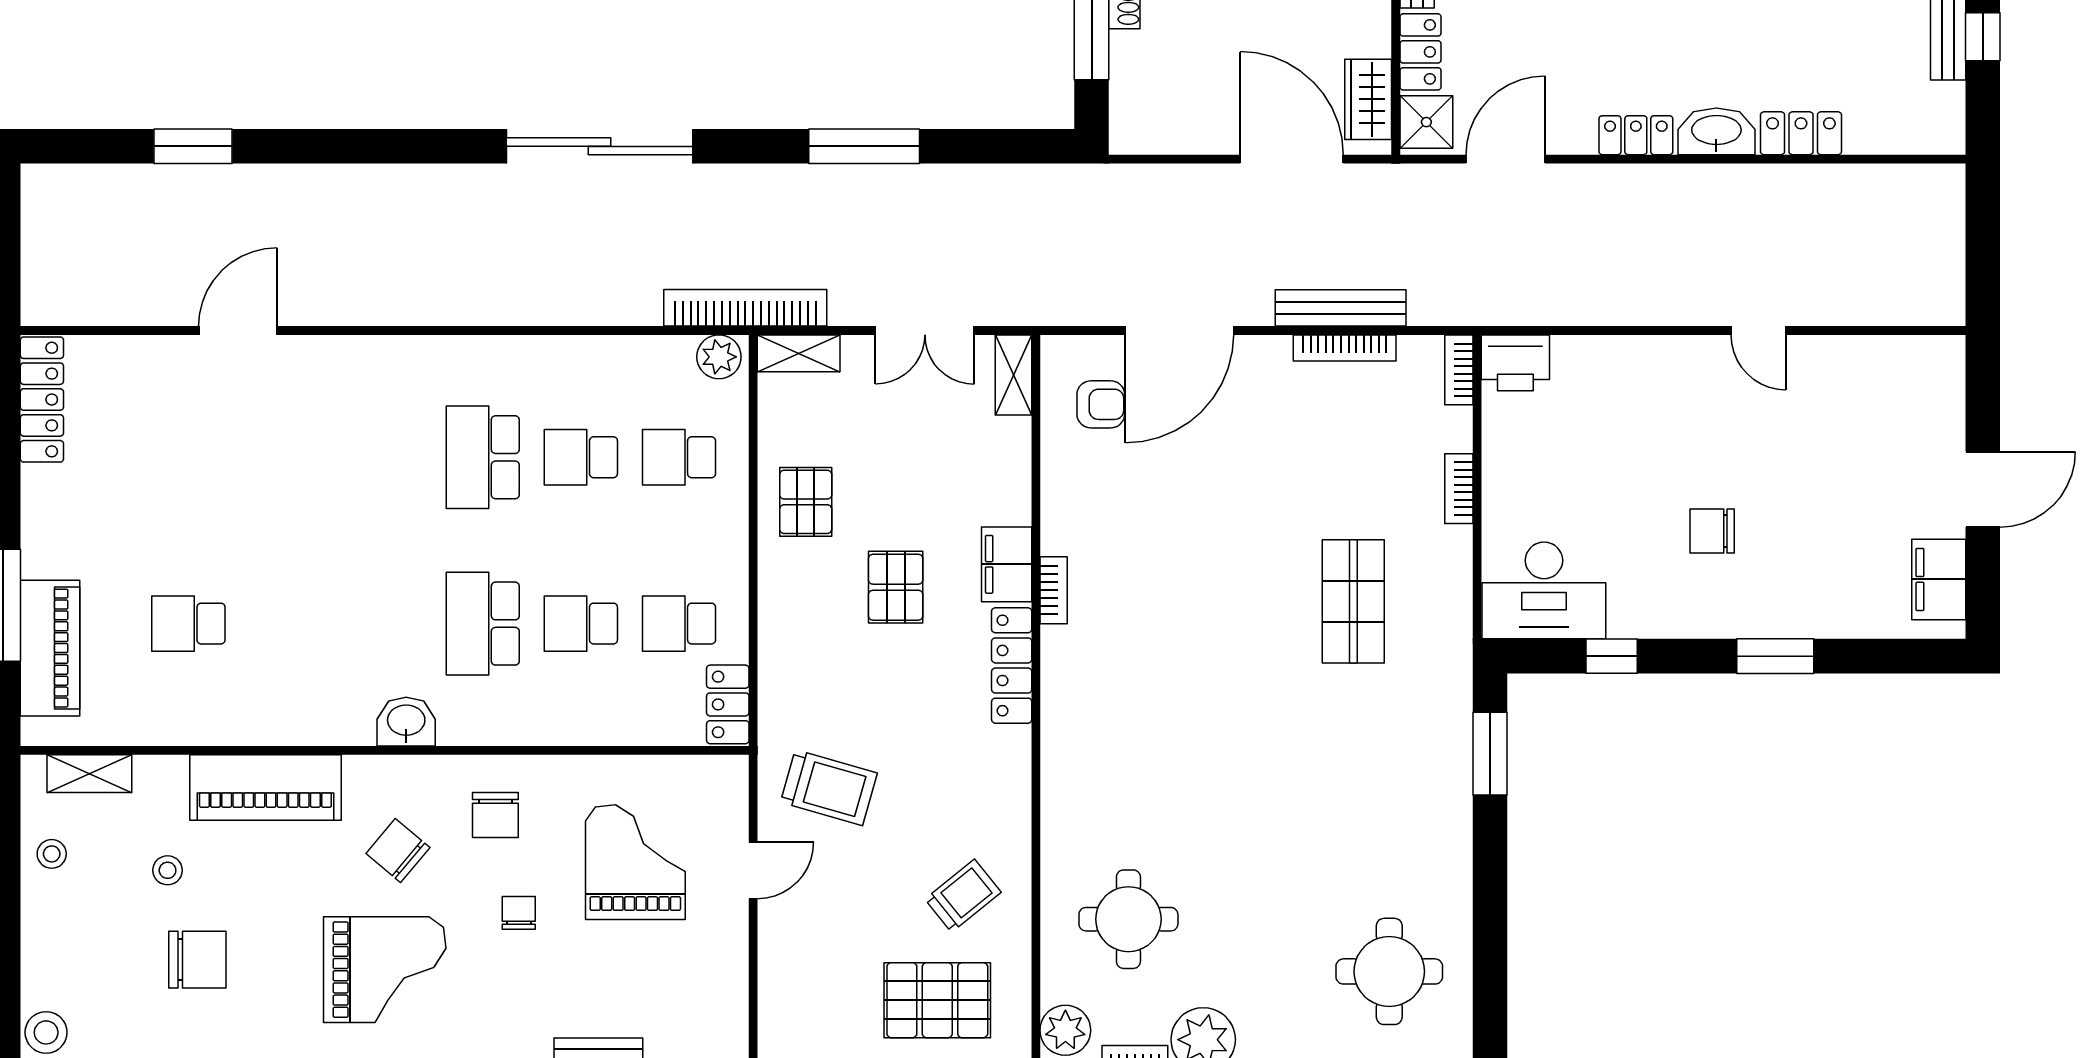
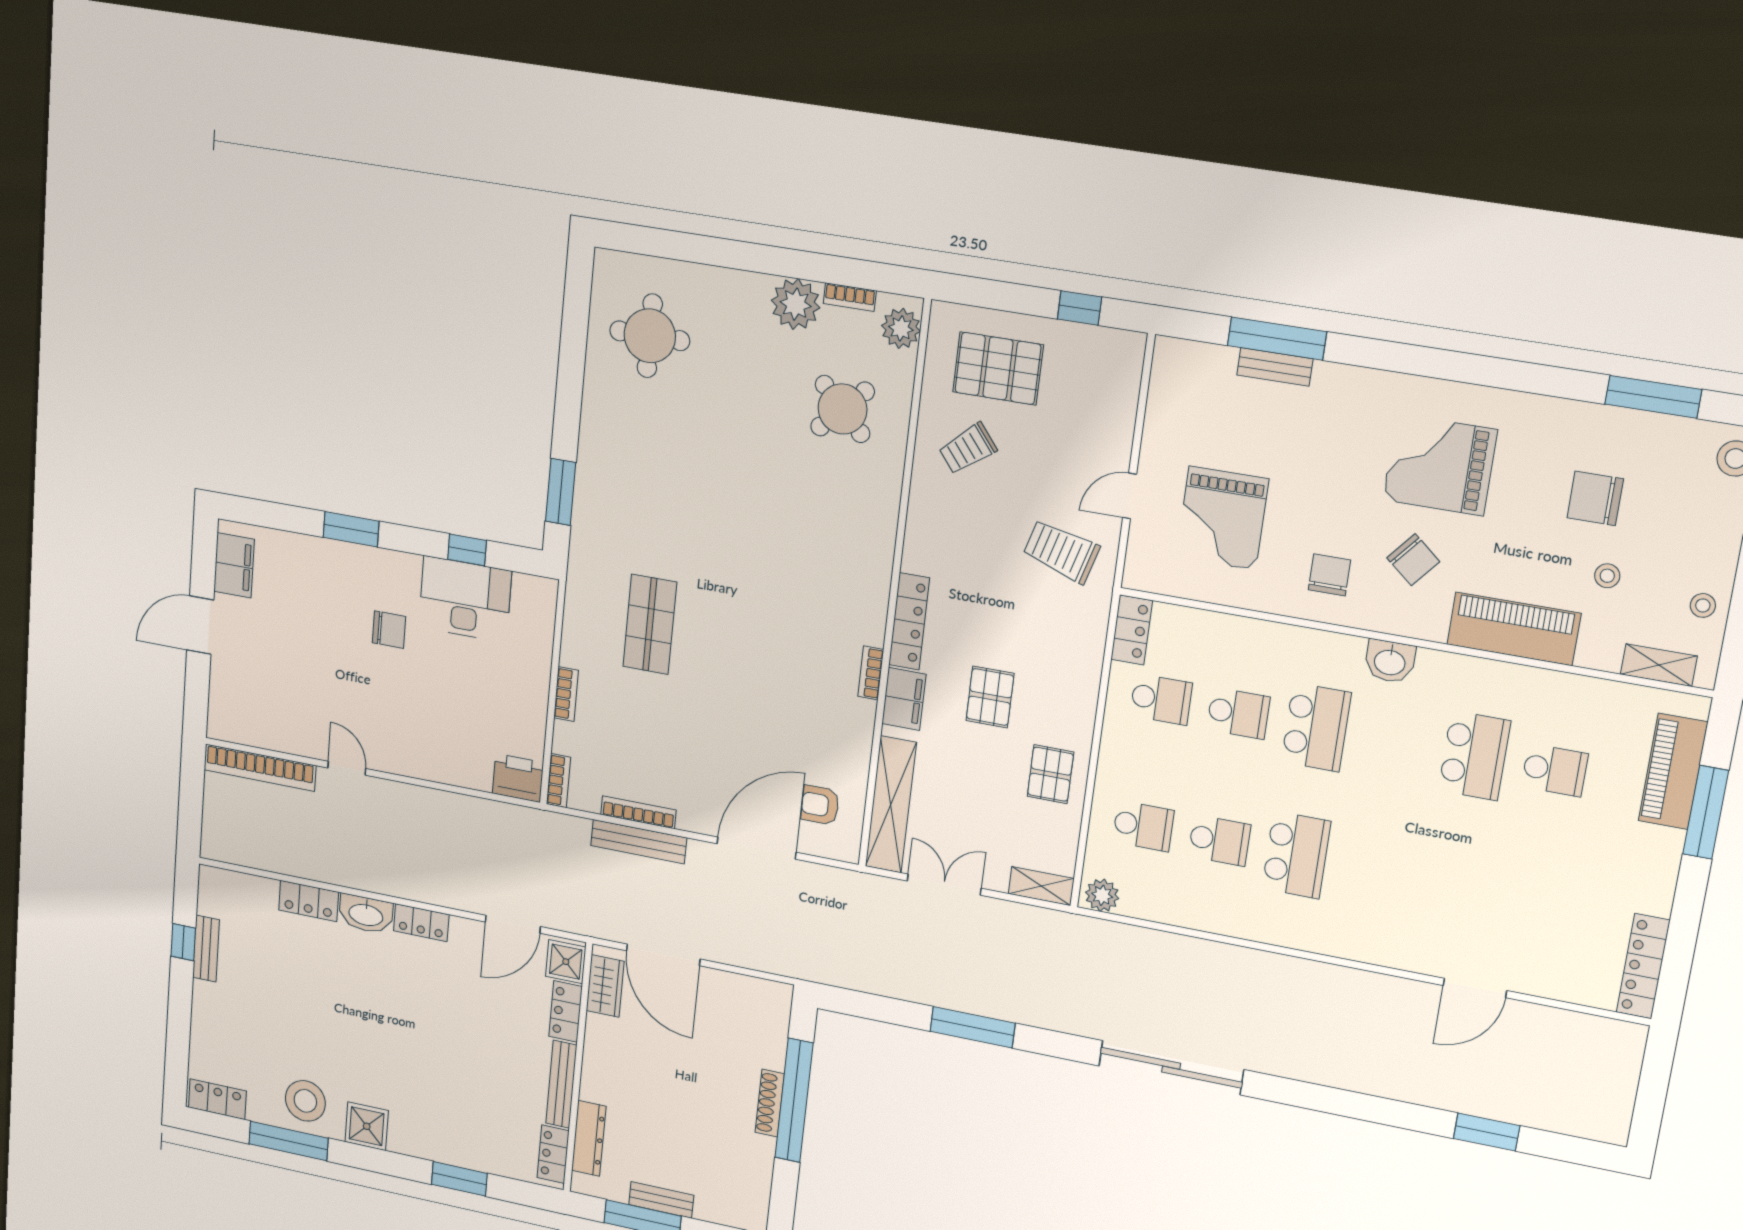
bookcase: (745, 308) -> (260, 768), moved
shelving: (1014, 375) -> (891, 804), width x2.20, depth x1.33
desk: (1544, 590) -> (465, 599), moved
school desk: (287, 624) -> (1474, 756), added
chair: (519, 913) -> (1322, 493), removed
round table: (1128, 919) -> (843, 409), turned 45

